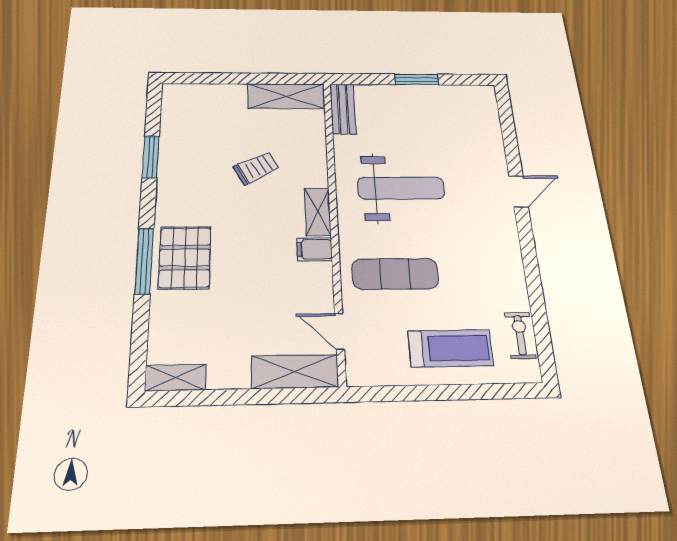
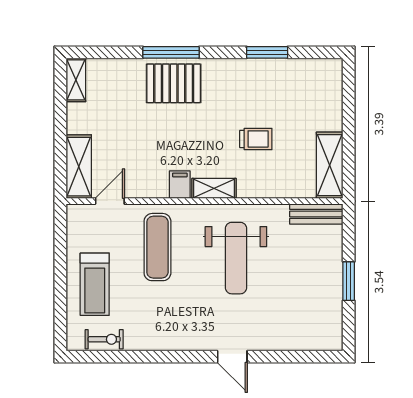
trolley: (256, 168) -> (256, 139), turned -62

